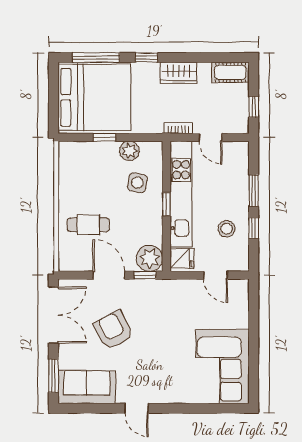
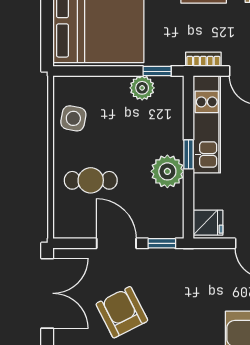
window: (104, 137) -> (157, 71), moved
side table: (137, 183) -> (73, 118), moved
kitchen unit: (181, 194) -> (207, 124), width x0.73
plant: (150, 258) -> (167, 171), moved

